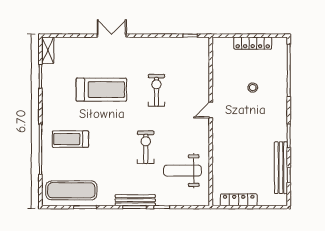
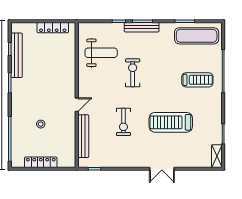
bench: (203, 74) -> (83, 136), added
exercise bike: (146, 147) -> (133, 73), turned 180

